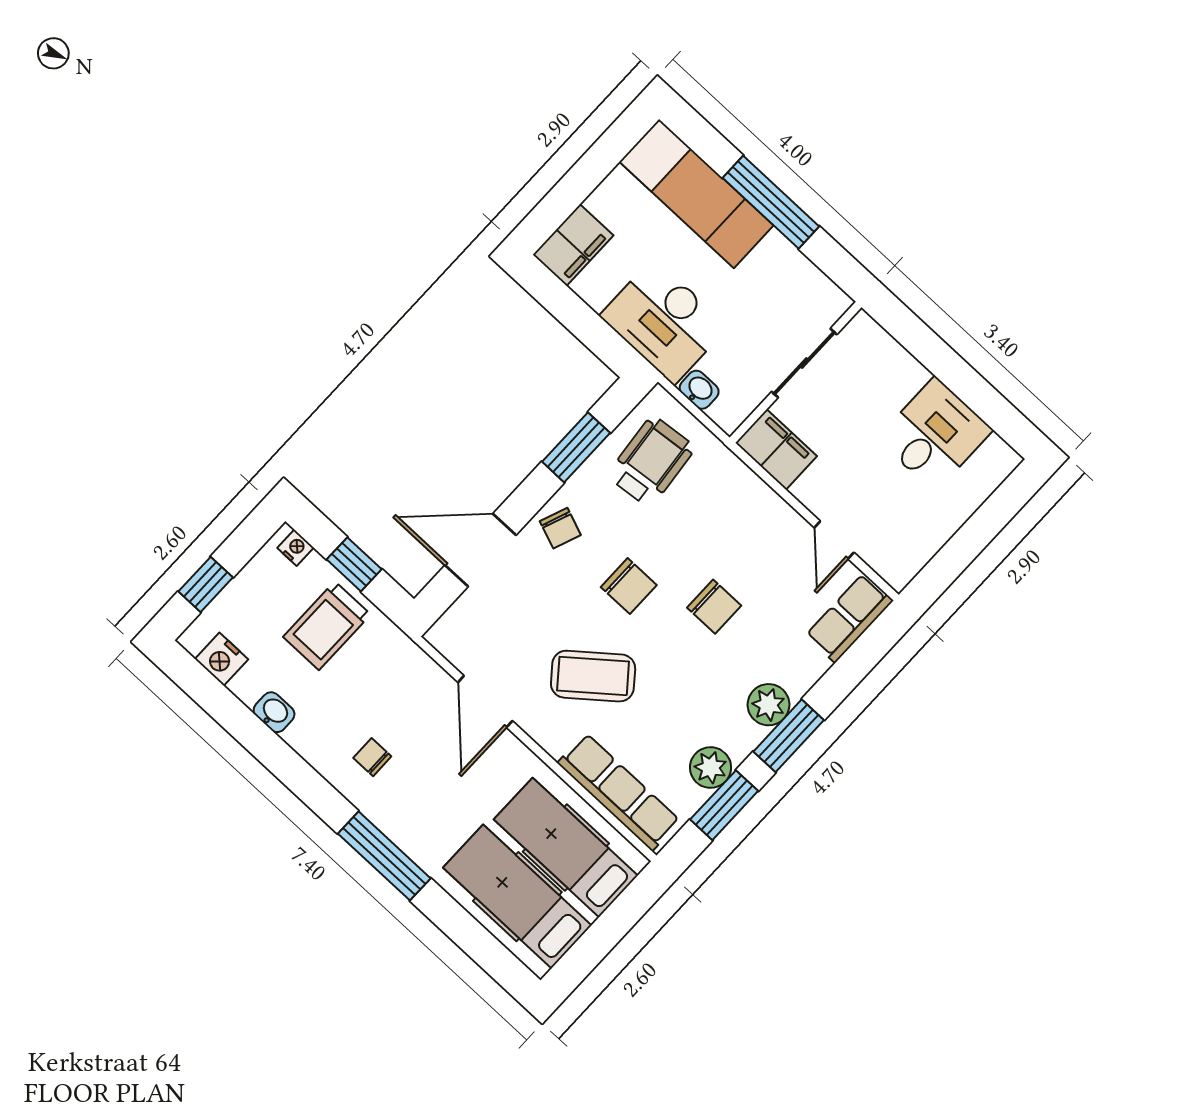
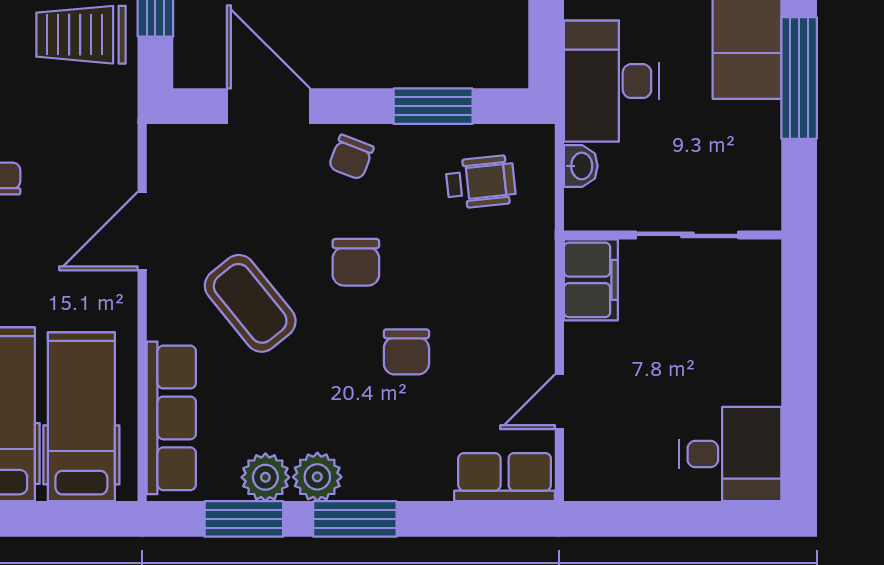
desk: (935, 434) -> (730, 454), moved
wheelchair: (651, 462) -> (481, 182), width x0.73, depth x0.73
plant: (769, 705) -> (317, 477), moved

